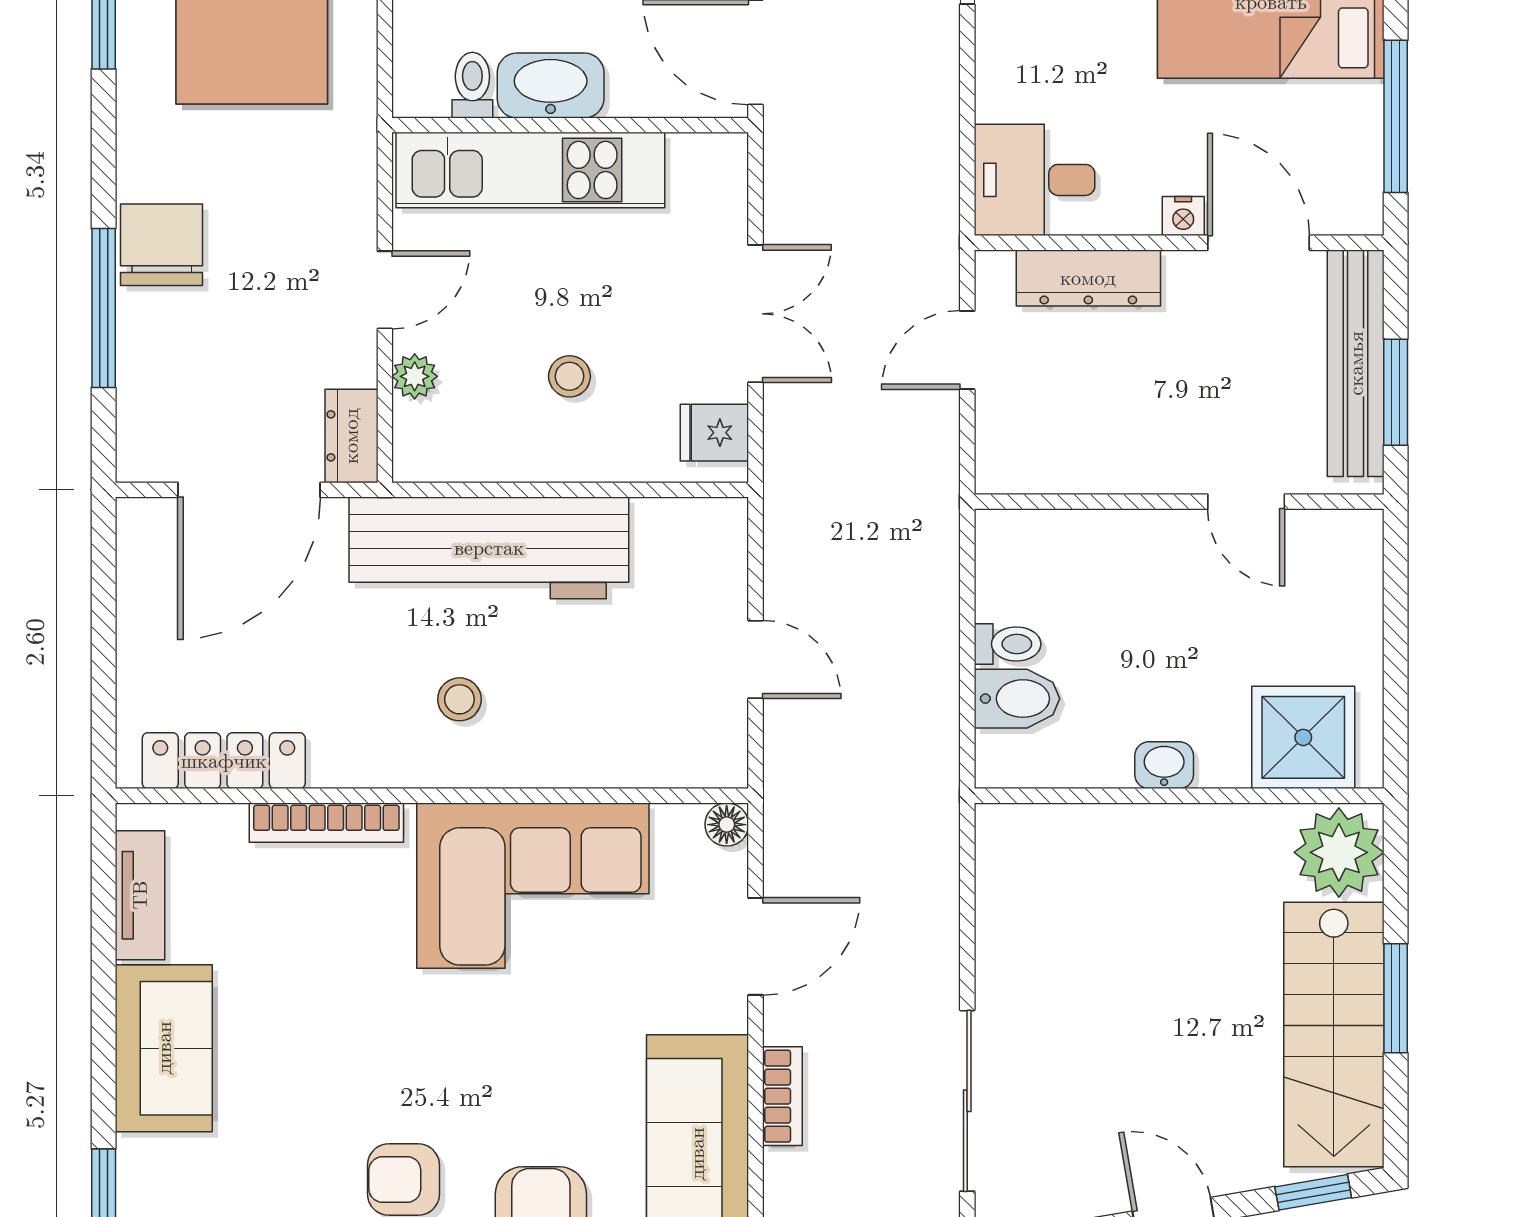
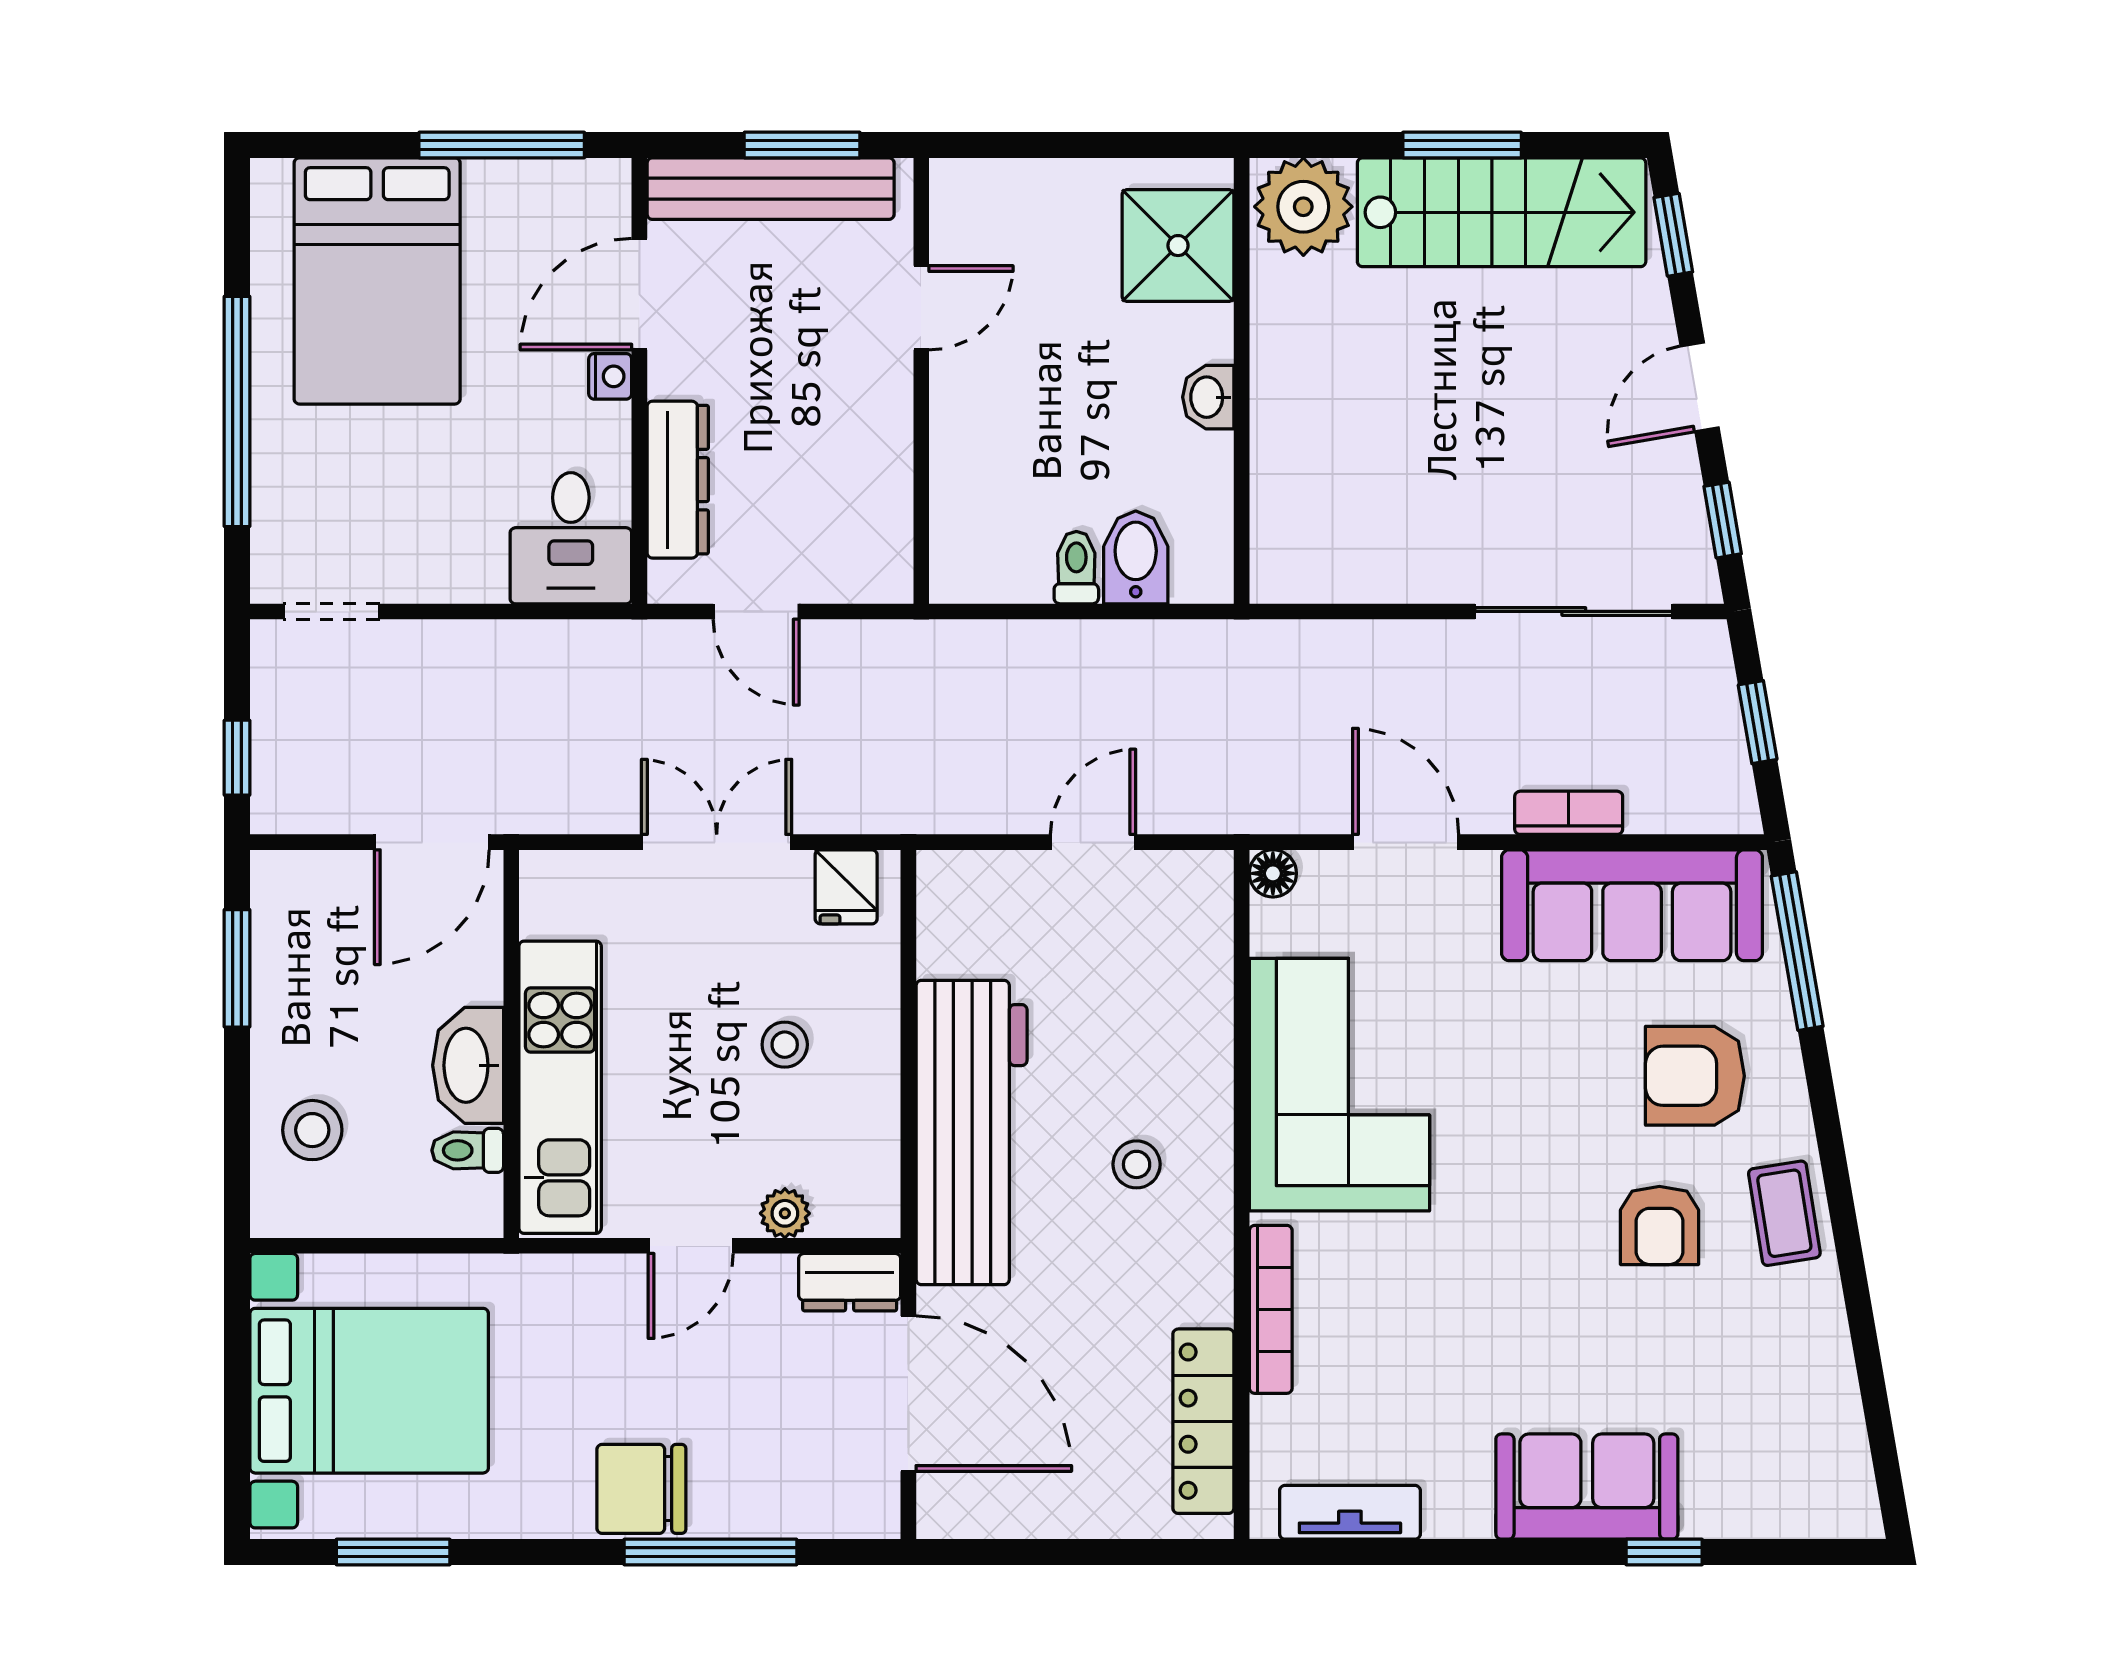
door: (385, 290) -> (691, 1246), swing flipped
sofa: (164, 1048) -> (1587, 1487), moved

